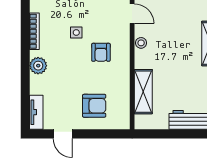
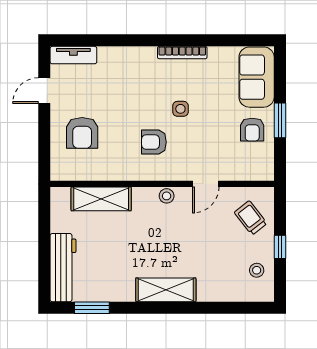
plant: (38, 66) -> (136, 58), removed

